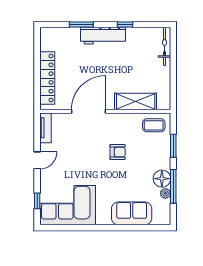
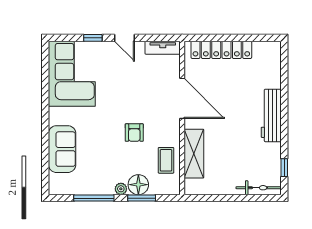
window: (81, 25) -> (284, 90), removed
window: (125, 25) -> (284, 168), moved
coffee table: (154, 125) -> (166, 160), moved
floor lamp: (162, 179) -> (138, 185), moved
plant: (165, 193) -> (121, 189), moved
window: (37, 201) -> (93, 38), moved

